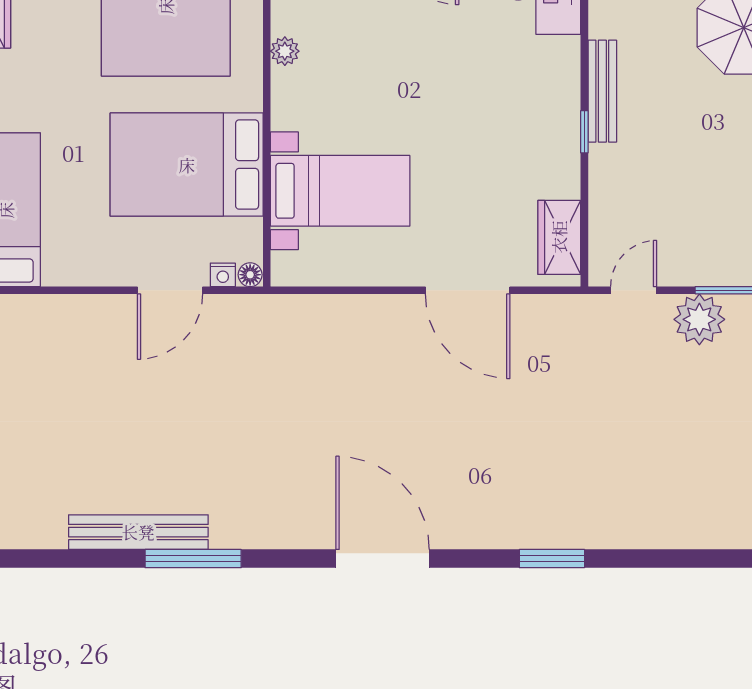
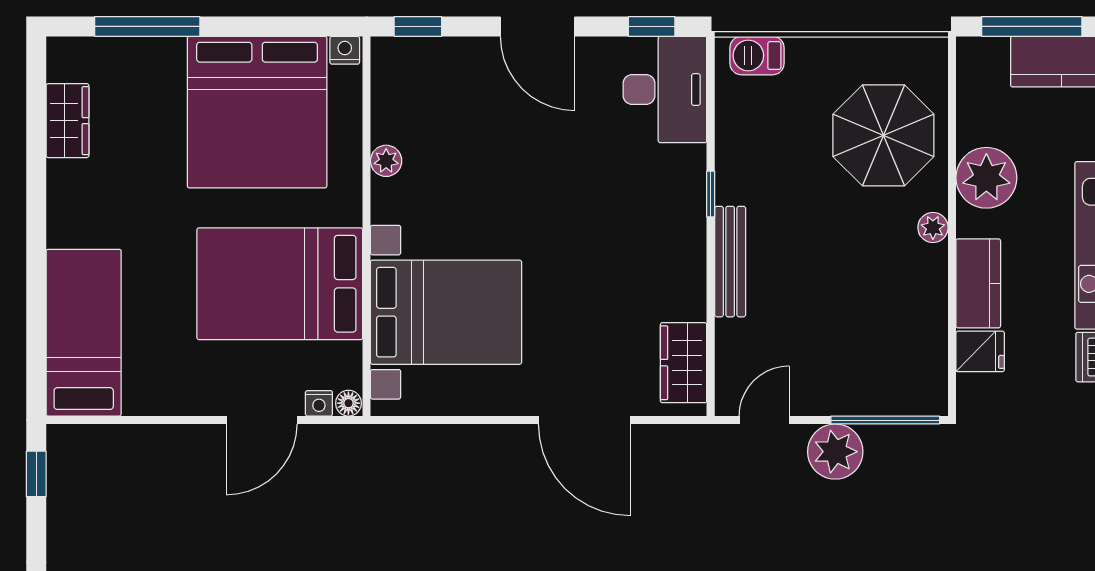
bench: (602, 91) -> (730, 262), moved
window: (584, 132) -> (711, 194), moved
bed with nightstands: (340, 191) -> (446, 312), width x1.36

